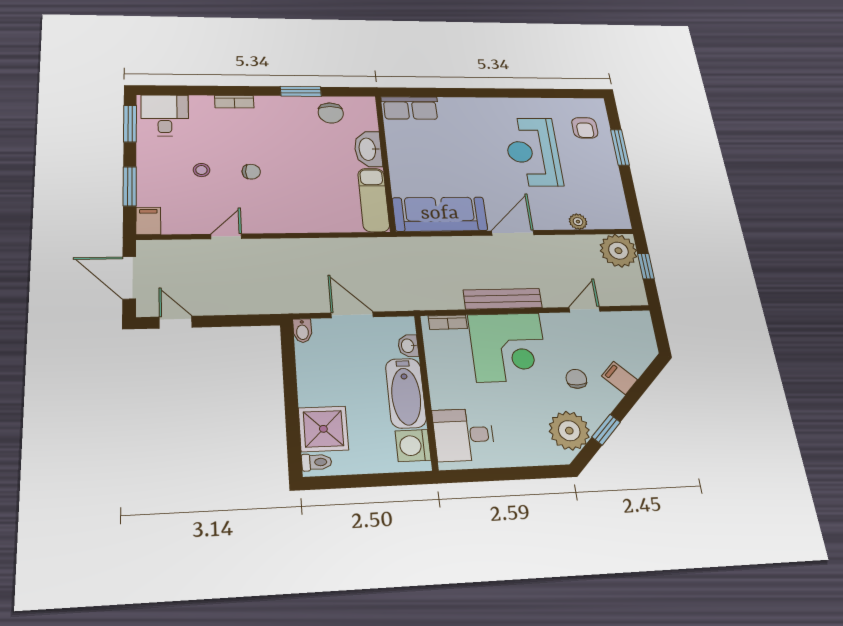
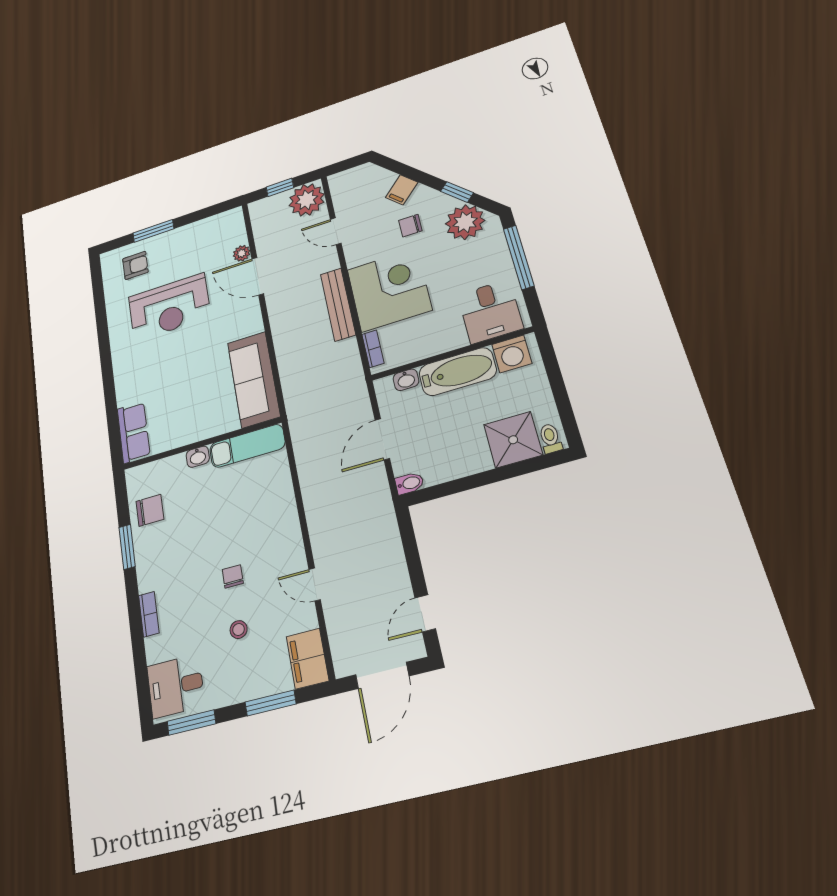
washbasin: (368, 149) -> (198, 457), width x0.52, depth x0.69
filing cabinet: (148, 221) -> (308, 659), width x2.00
door: (513, 233) -> (258, 276), moved
plant: (618, 251) -> (307, 200), moved
window: (518, 473) -> (519, 257), added

